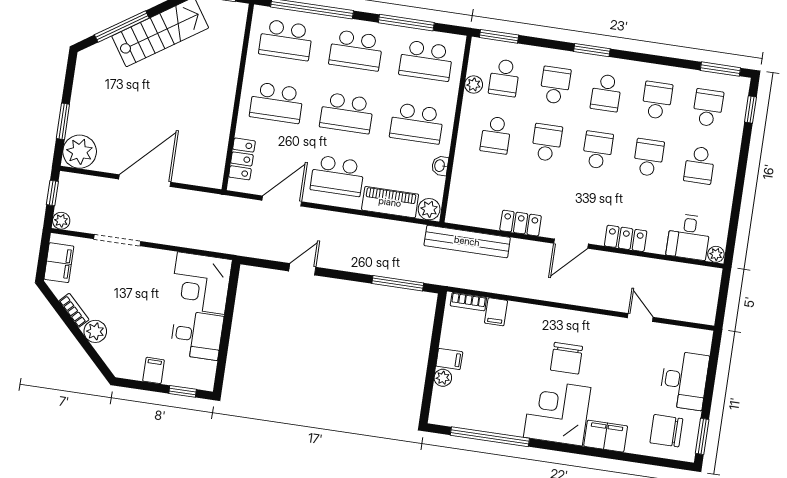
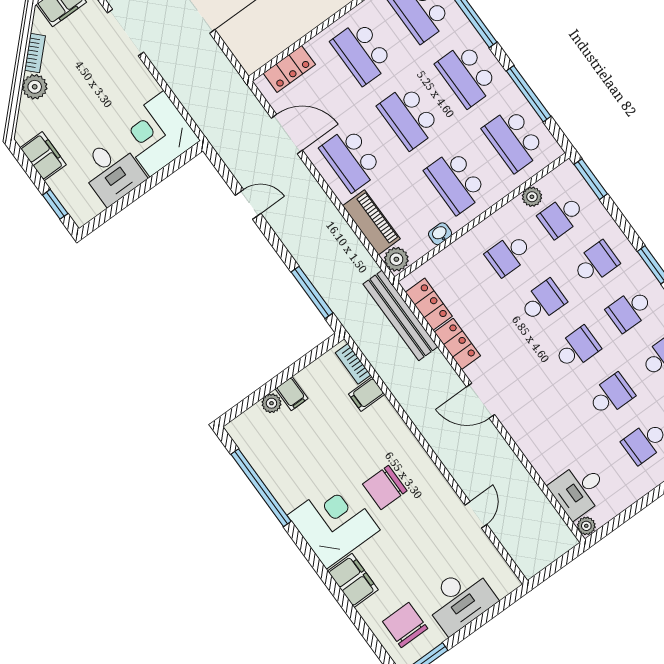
locker: (626, 238) -> (429, 304), moved
filing cabinet: (154, 370) -> (43, 156), width x2.00

